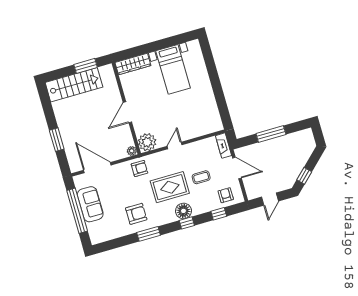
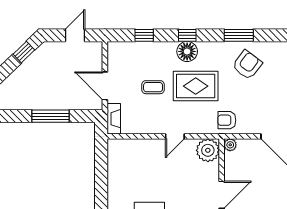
armchair: (226, 195) -> (129, 56), removed
armchair: (136, 214) -> (247, 65), turned 127

